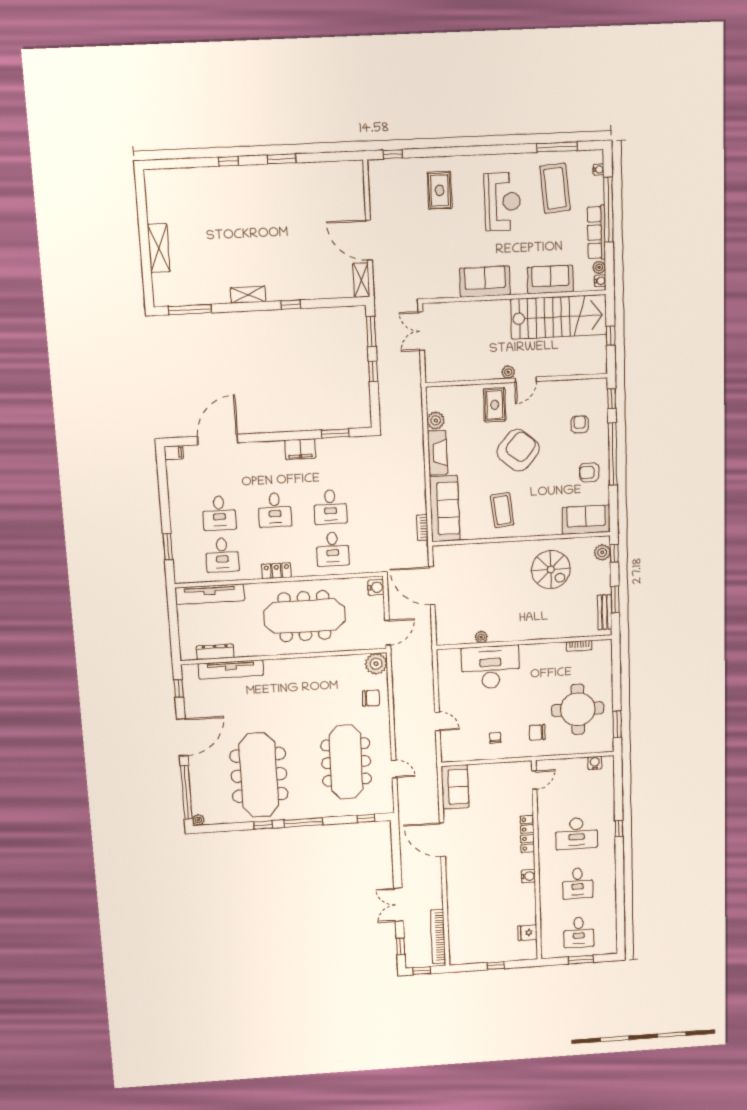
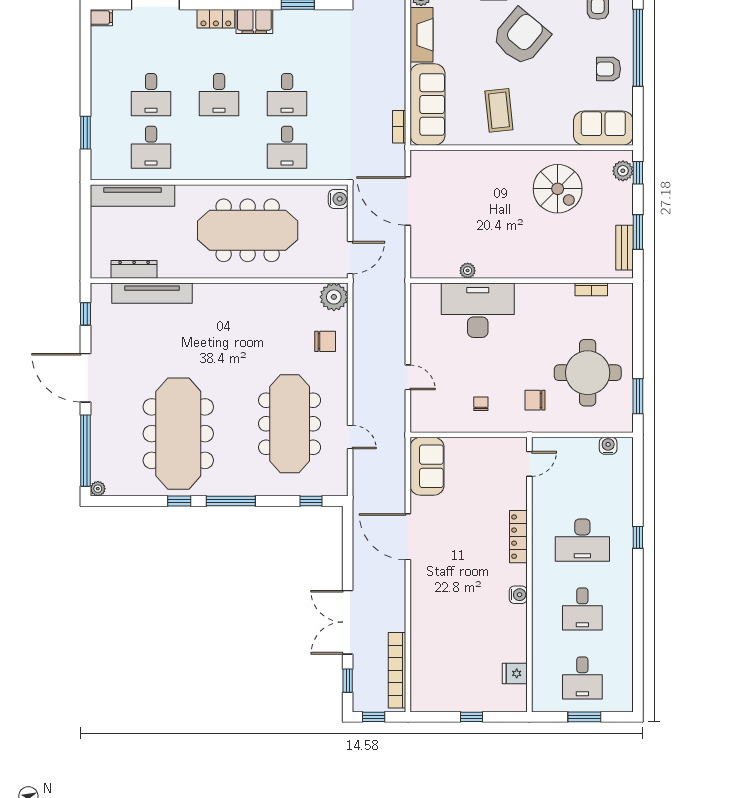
locker: (276, 571) -> (216, 19), moved, turned 180
door: (182, 737) -> (85, 378), swing flipped
double door: (399, 905) -> (348, 622), width x1.37

